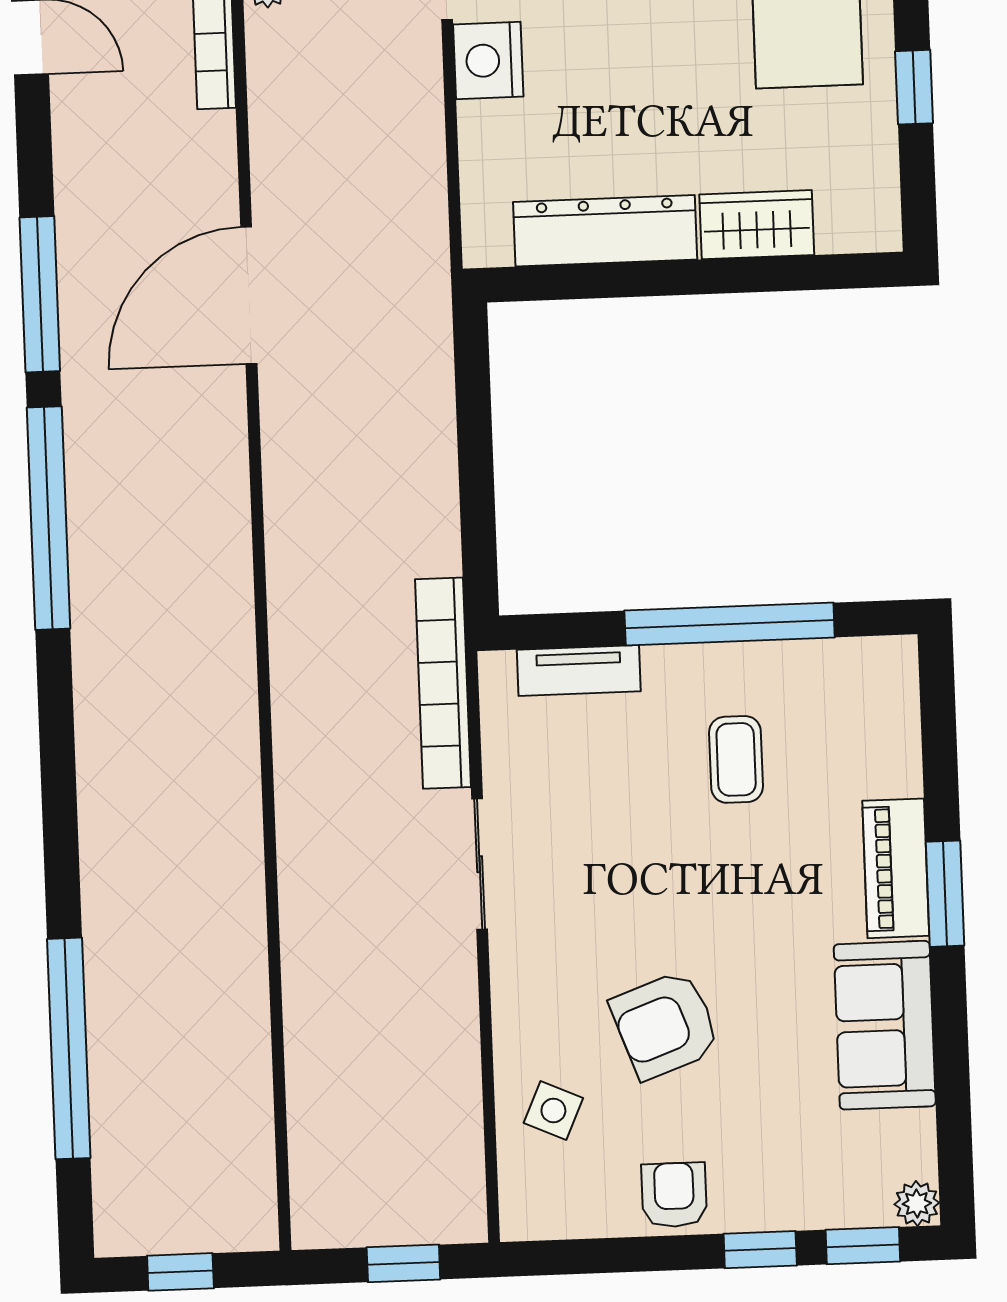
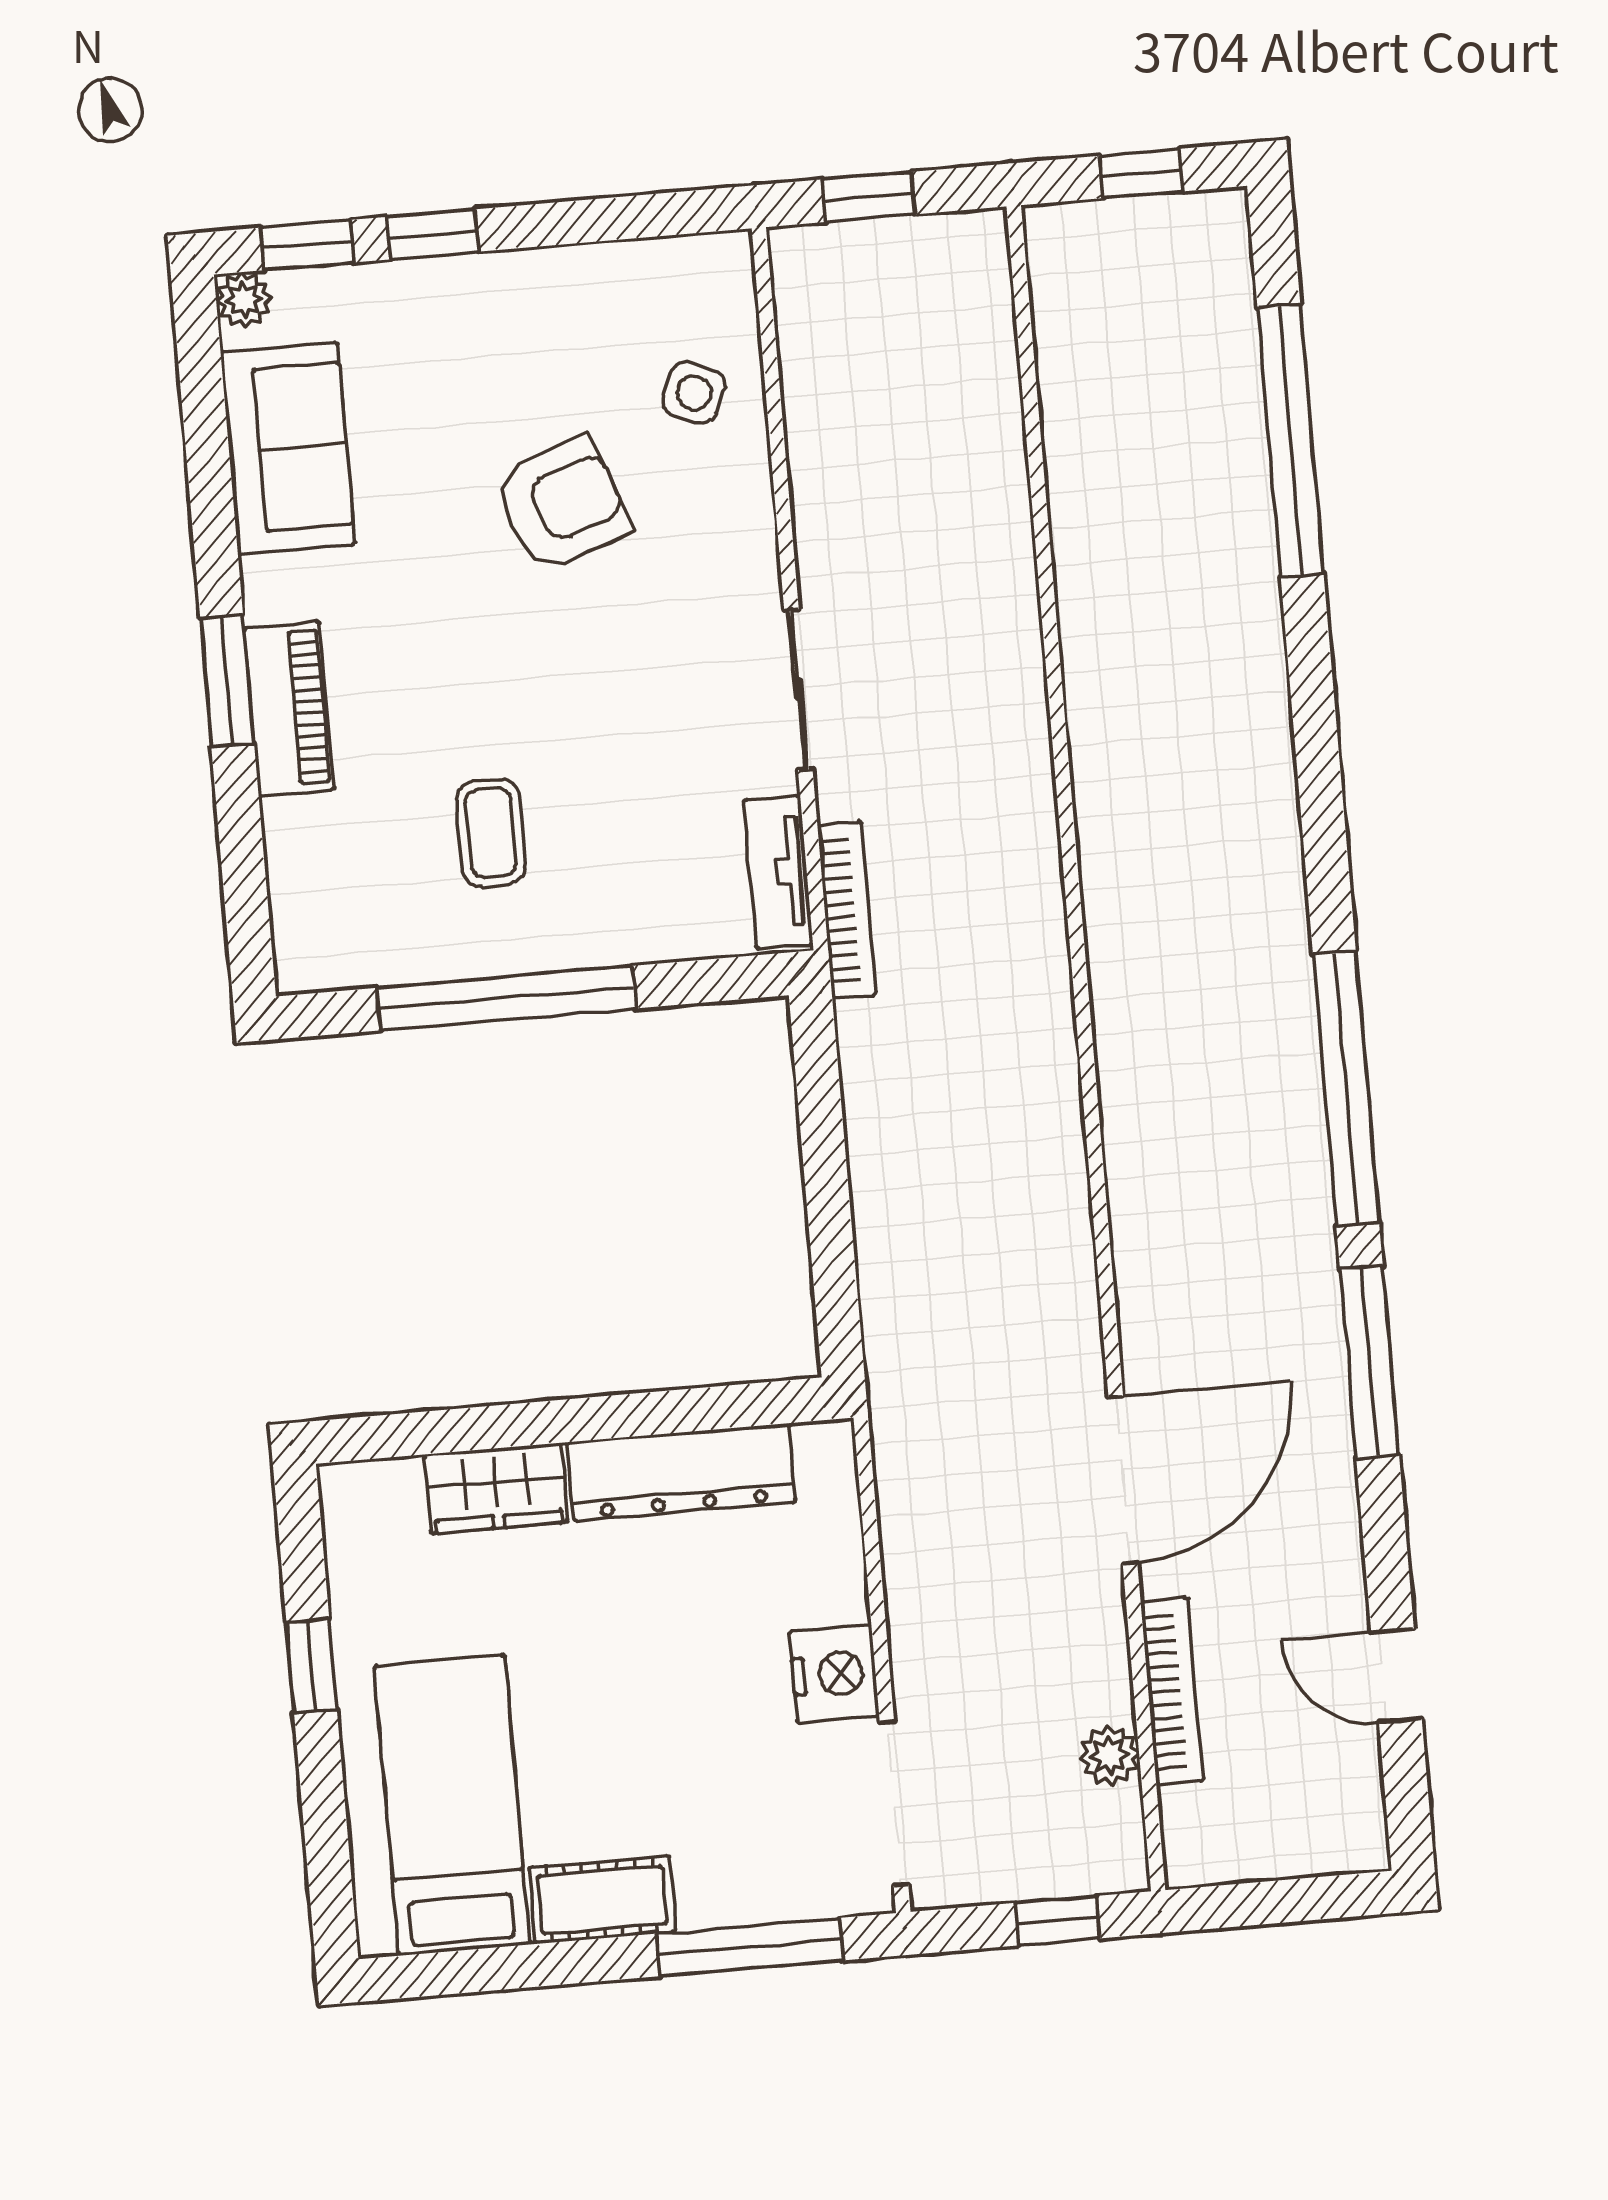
door: (249, 295) -> (1123, 1480), moved
tv unit: (579, 671) -> (778, 872), moved, turned -90
bookcase: (443, 683) -> (847, 910), width x0.68, depth x0.76
sofa: (885, 1025) -> (288, 448), moved
armchair: (674, 1195) -> (541, 296), removed

